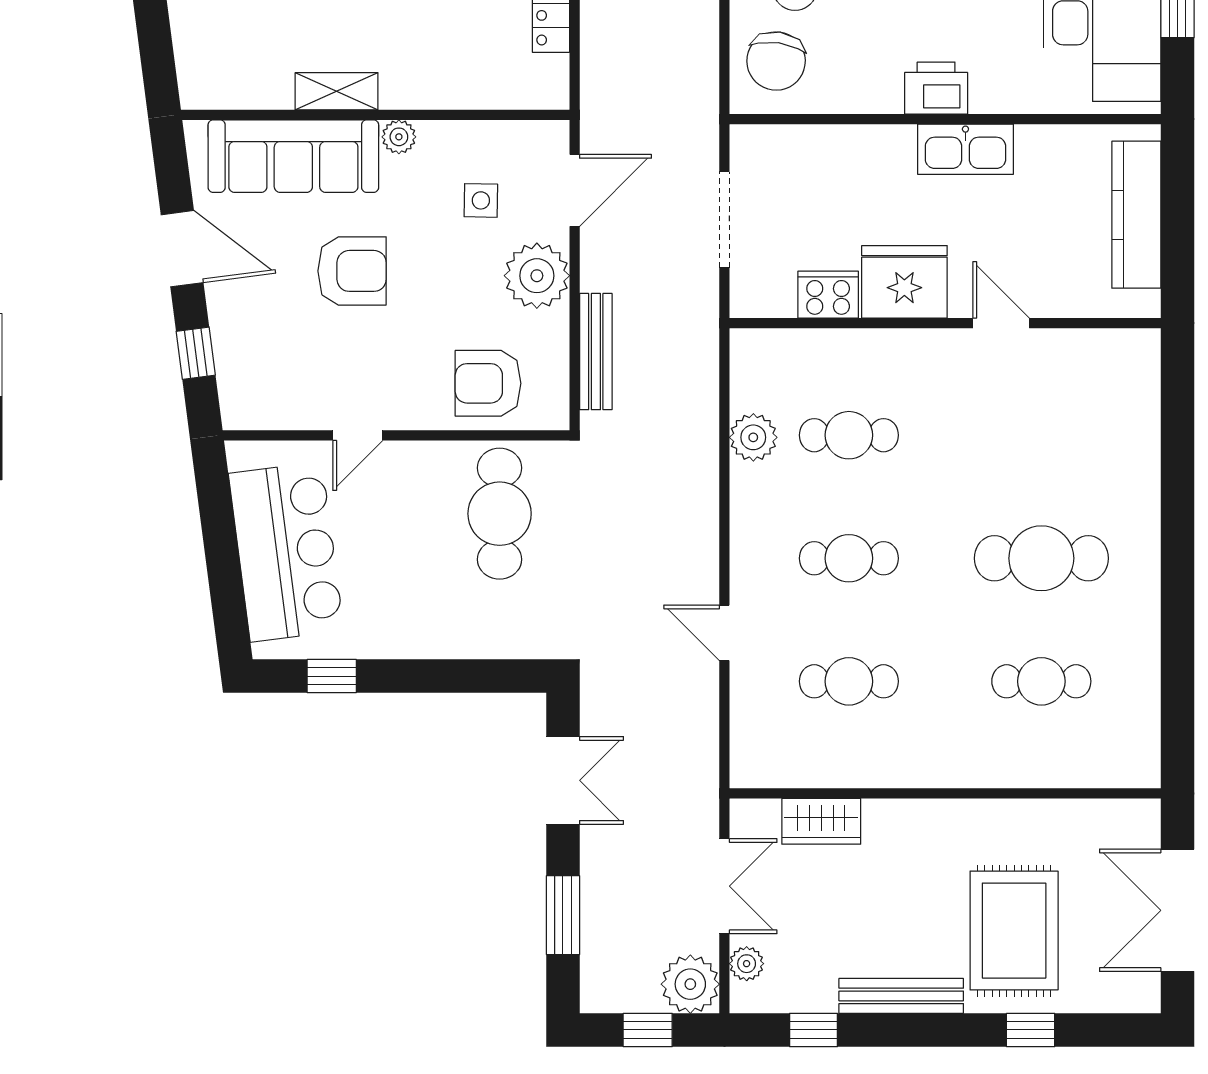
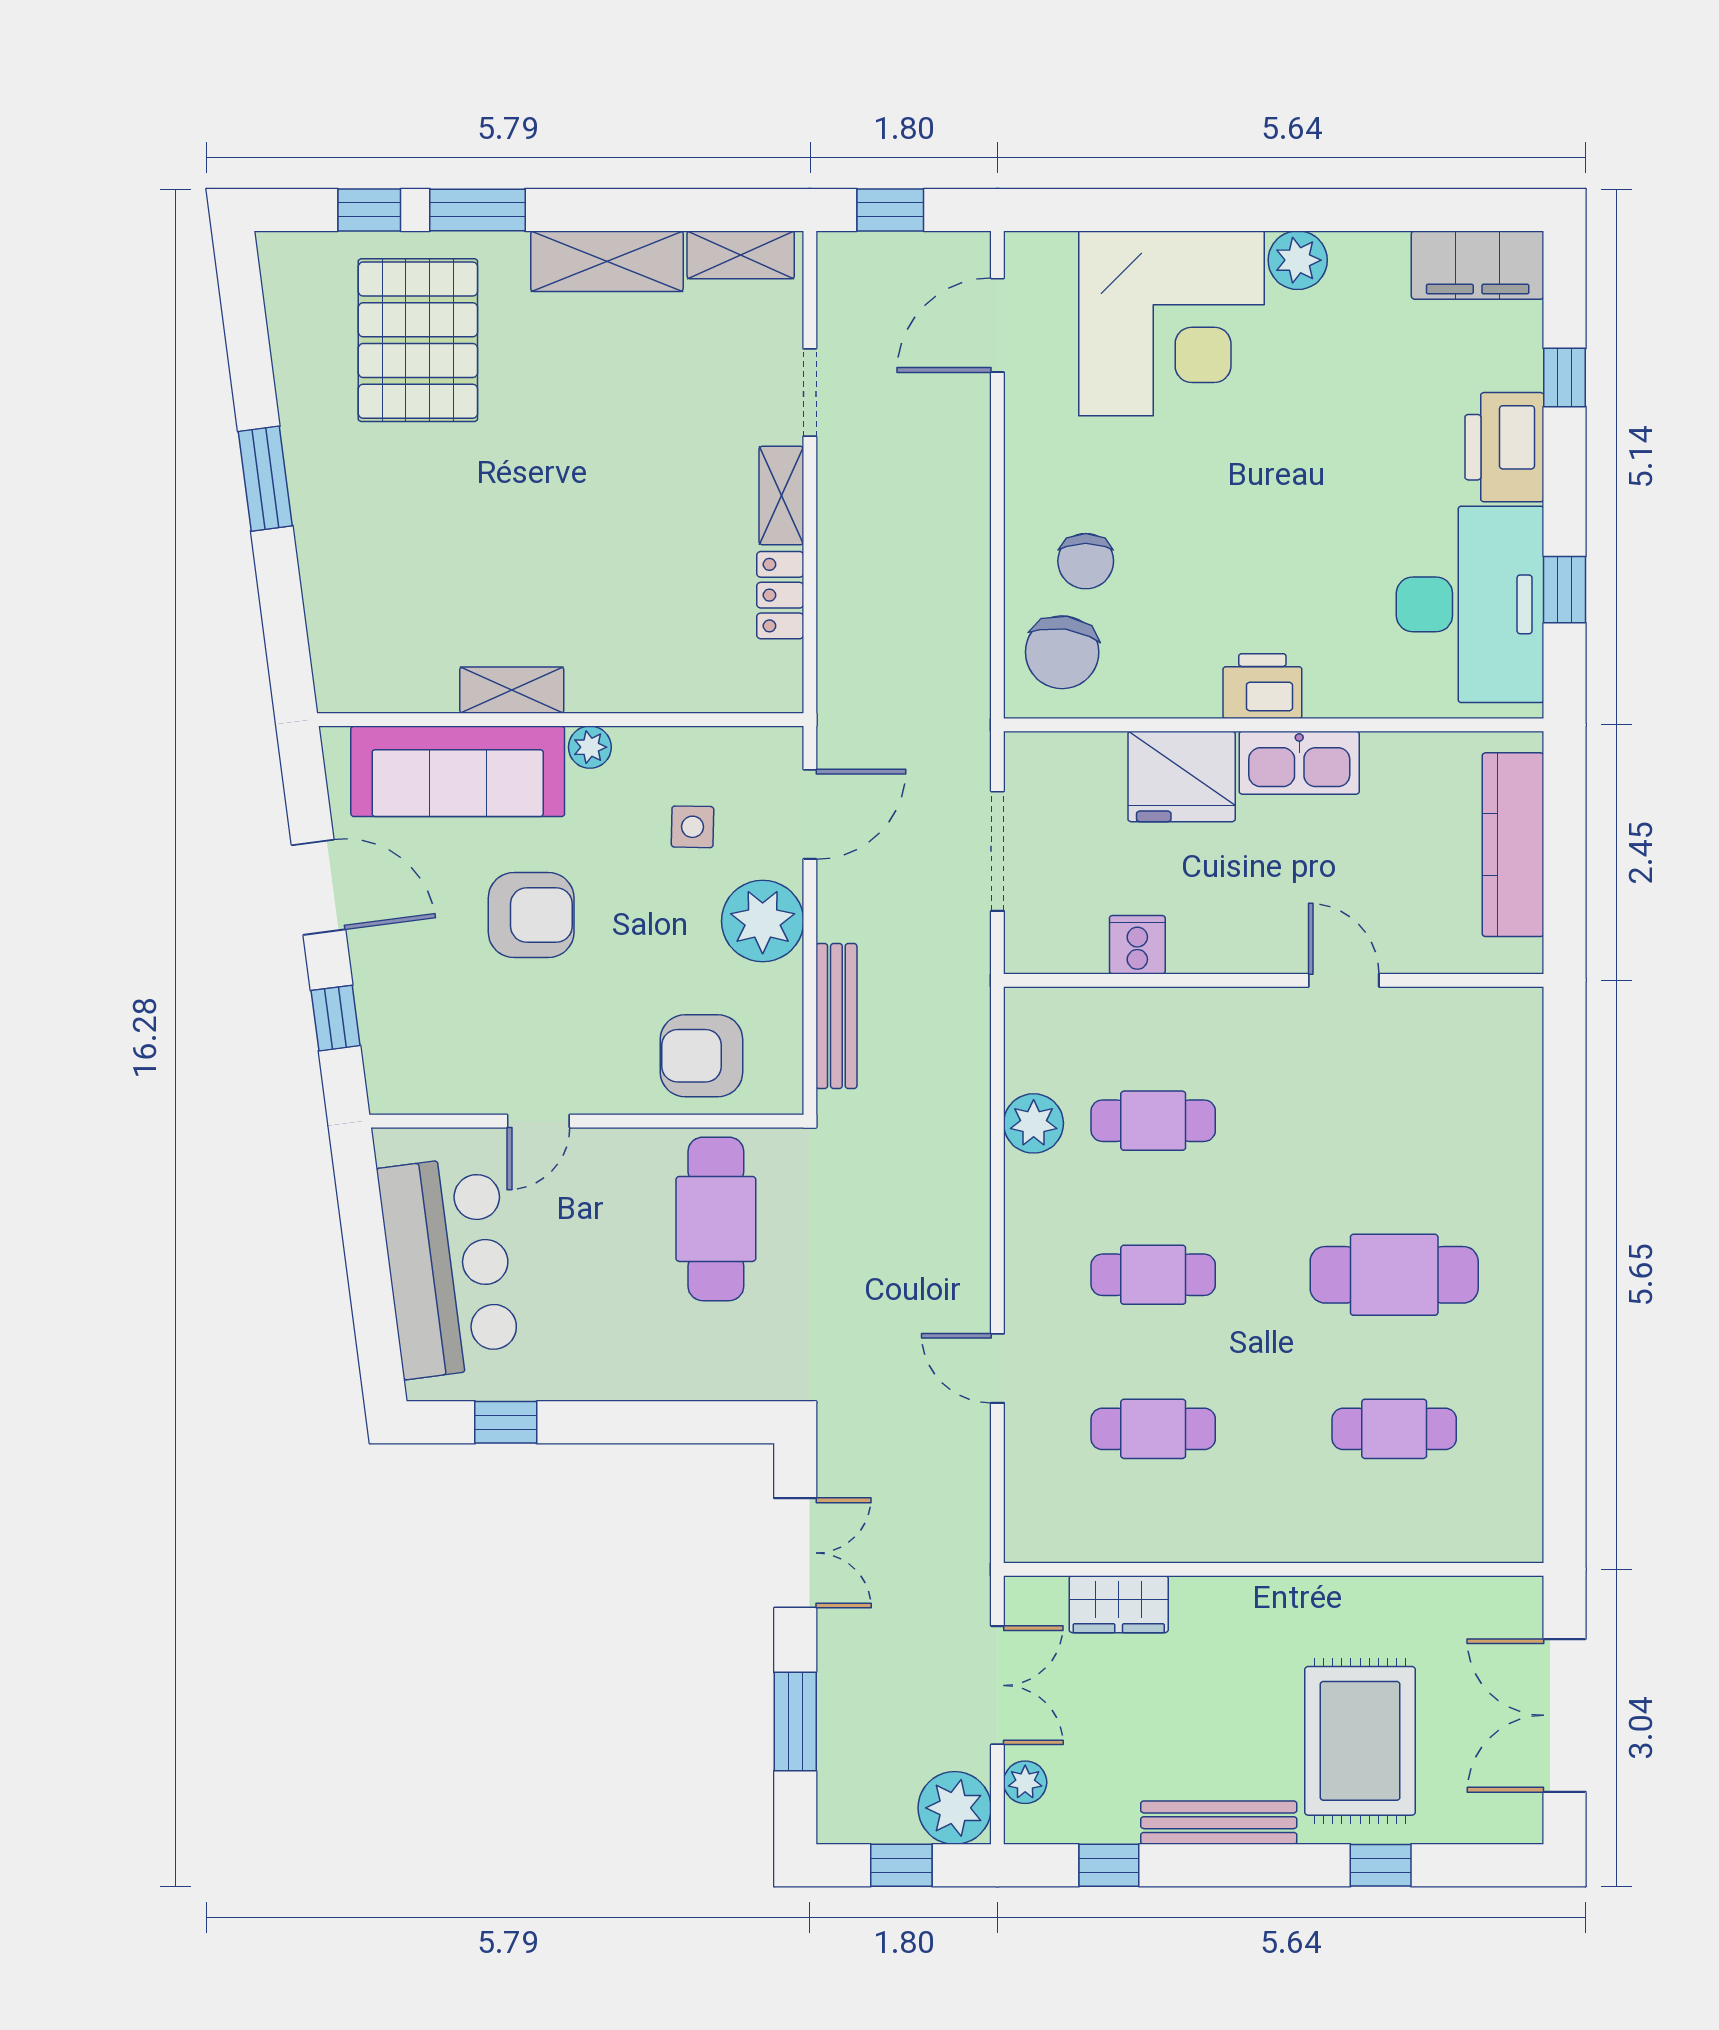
fridge: (904, 282) -> (1182, 776), moved, turned 180
cooker: (828, 295) -> (1137, 945), width x0.73

